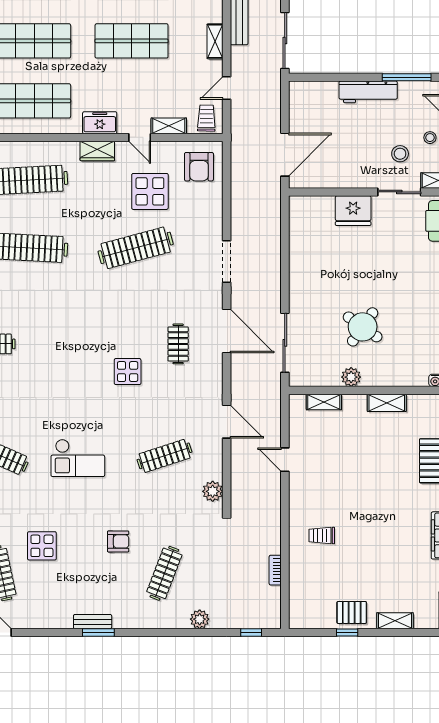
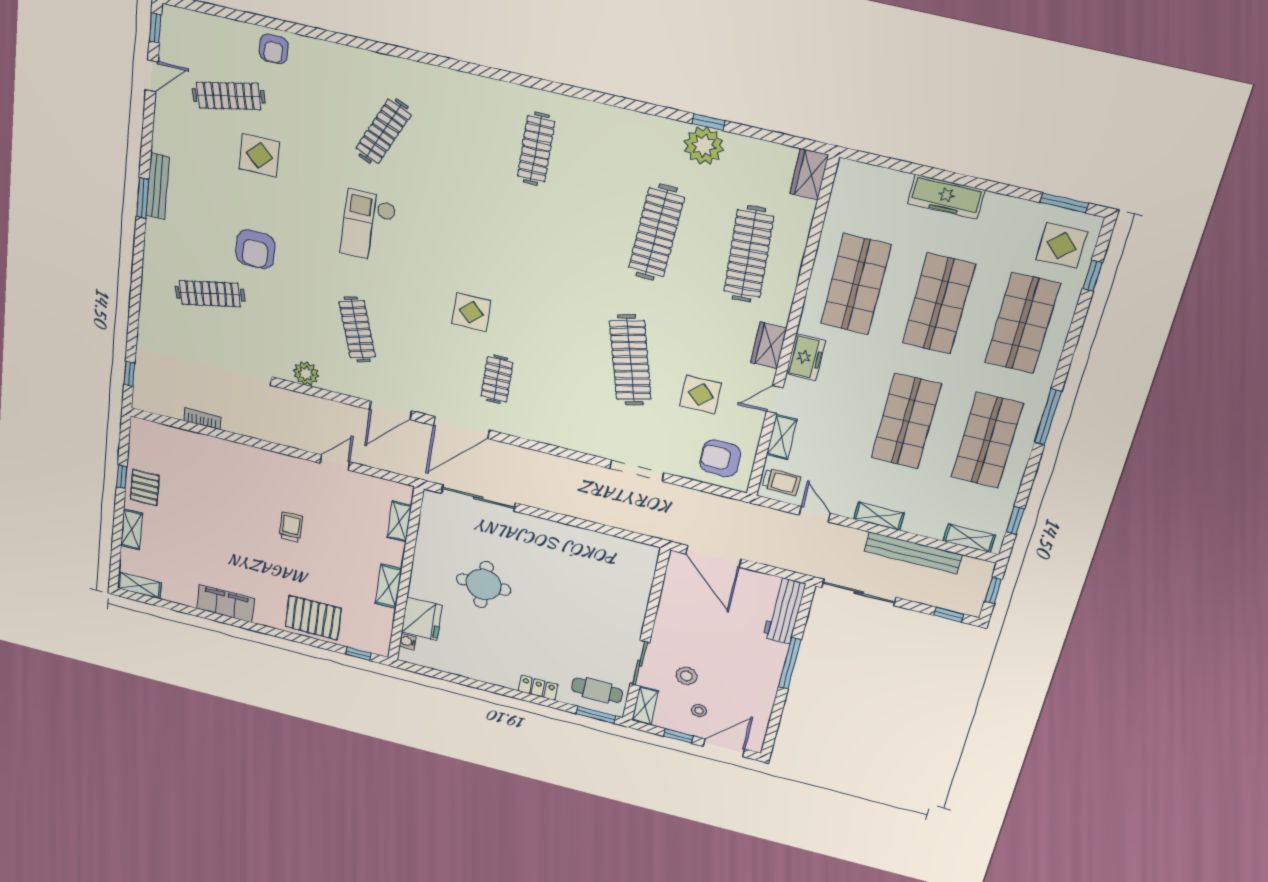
window: (407, 77) -> (790, 663), moved
workbench: (368, 92) -> (784, 611), moved
display table: (150, 191) -> (701, 395), width x0.73, depth x0.73
fridge: (353, 211) -> (422, 619), moved, turned 180
doorway: (227, 261) -> (637, 471), moved
round table: (363, 327) -> (484, 585), turned -35
door: (227, 331) -> (461, 428), moved
clothes rail: (178, 344) -> (497, 379), turned 90
plant: (351, 377) -> (425, 557), removed
trolley: (322, 536) -> (291, 527), moved
armchair: (118, 541) -> (255, 249), width x1.38, depth x1.38
clothes rail: (164, 573) -> (210, 294), turned -33
plant: (200, 619) -> (150, 320), removed
bench: (93, 622) -> (157, 186), width x1.36

